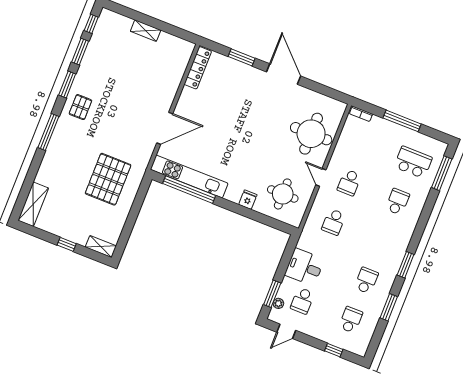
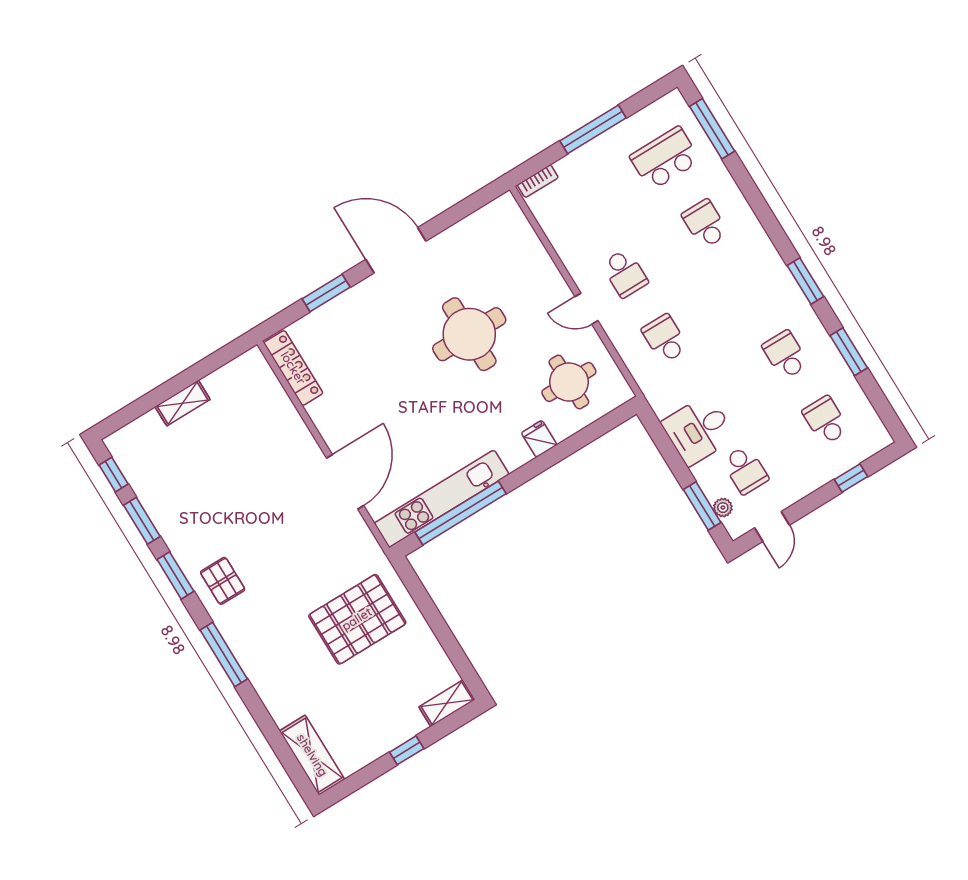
round table: (311, 134) -> (469, 334), moved
pallet: (108, 179) -> (357, 619), turned 90
school desk: (334, 222) -> (665, 339), turned 180

